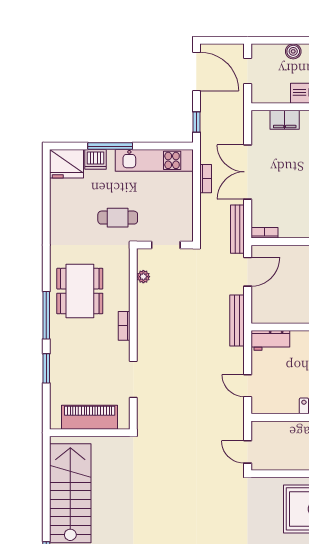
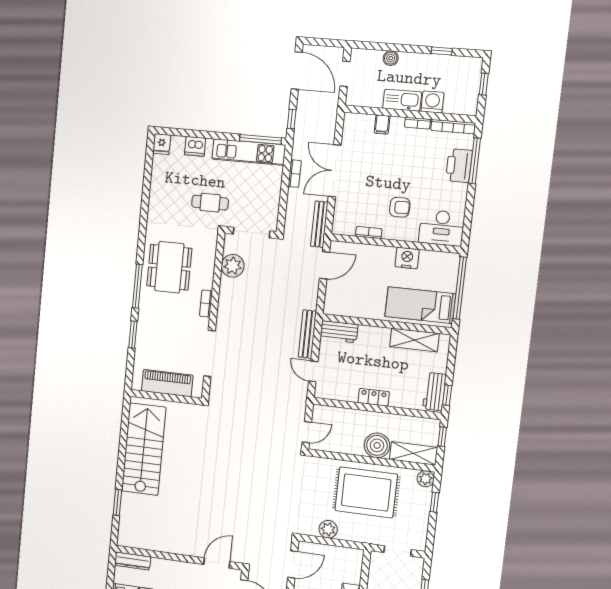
filing cabinet: (285, 120) -> (382, 124), width x0.50
window: (110, 146) -> (261, 139), moved
fridge: (67, 164) -> (162, 144), width x0.53, depth x0.75
bookcase: (264, 233) -> (369, 232), moved
doorway: (166, 245) -> (252, 233), width x1.38
plant: (143, 277) -> (233, 266), width x1.87, depth x1.87
bench: (237, 320) -> (307, 334), moved
doorway: (133, 379) -> (210, 353), width x1.36
door: (248, 452) -> (307, 432), swing flipped

